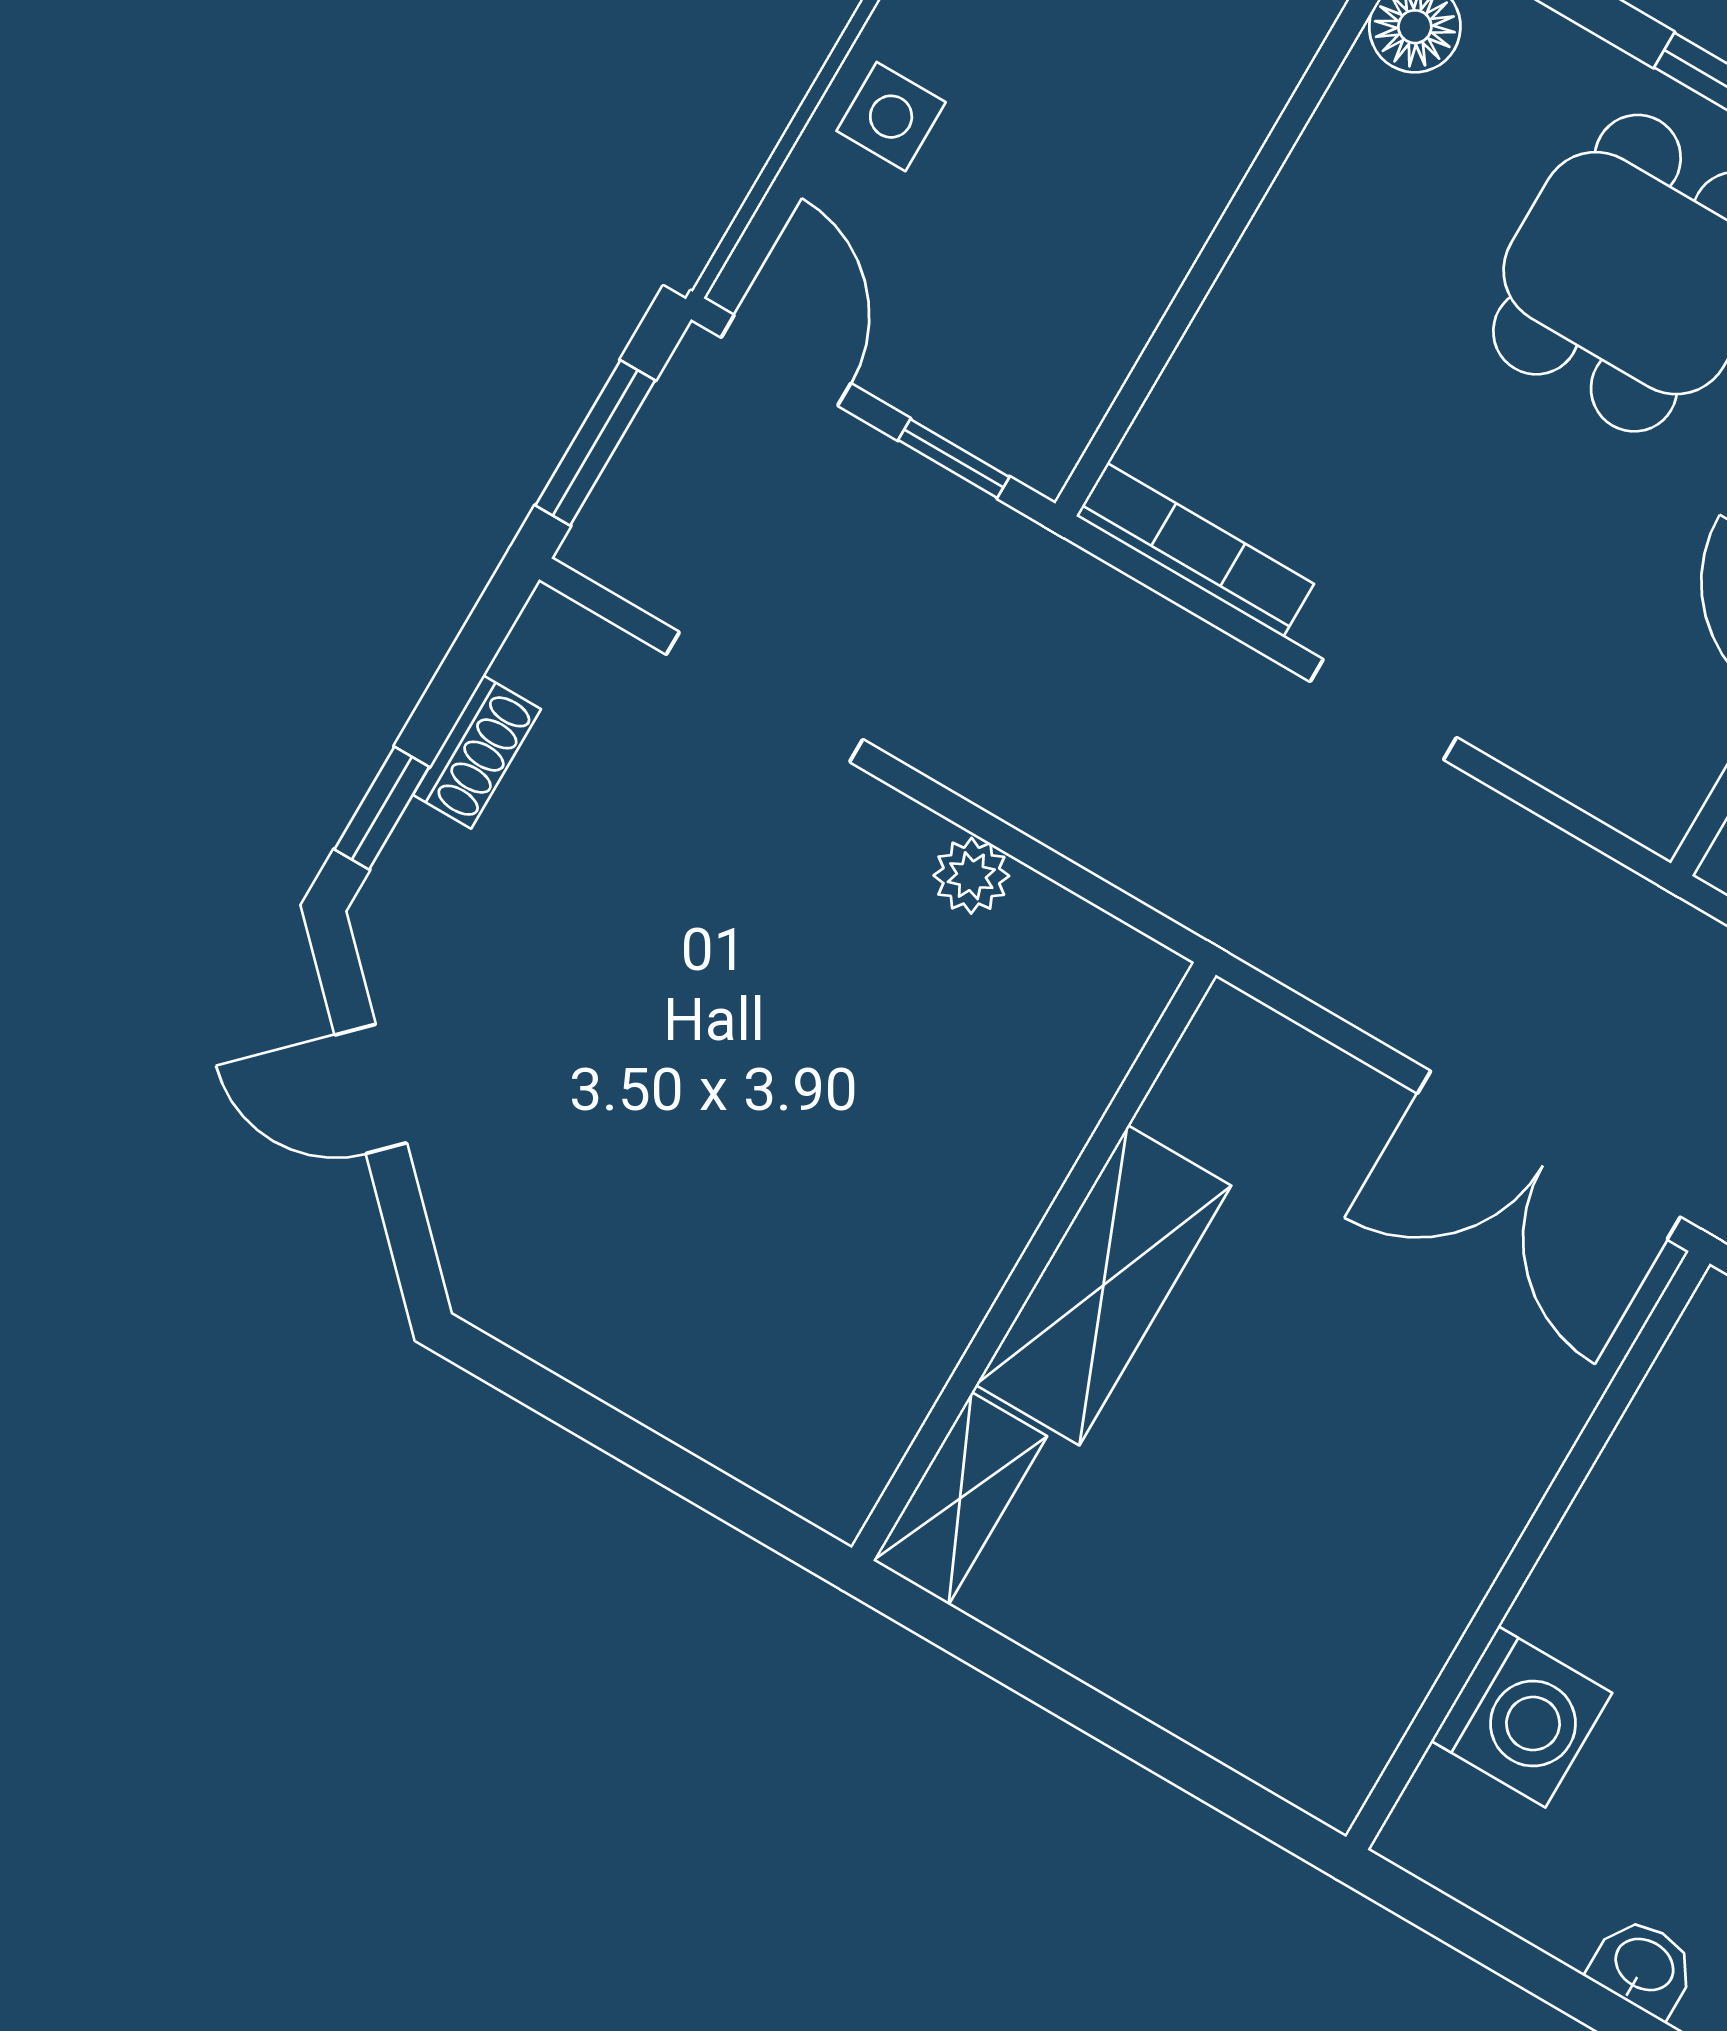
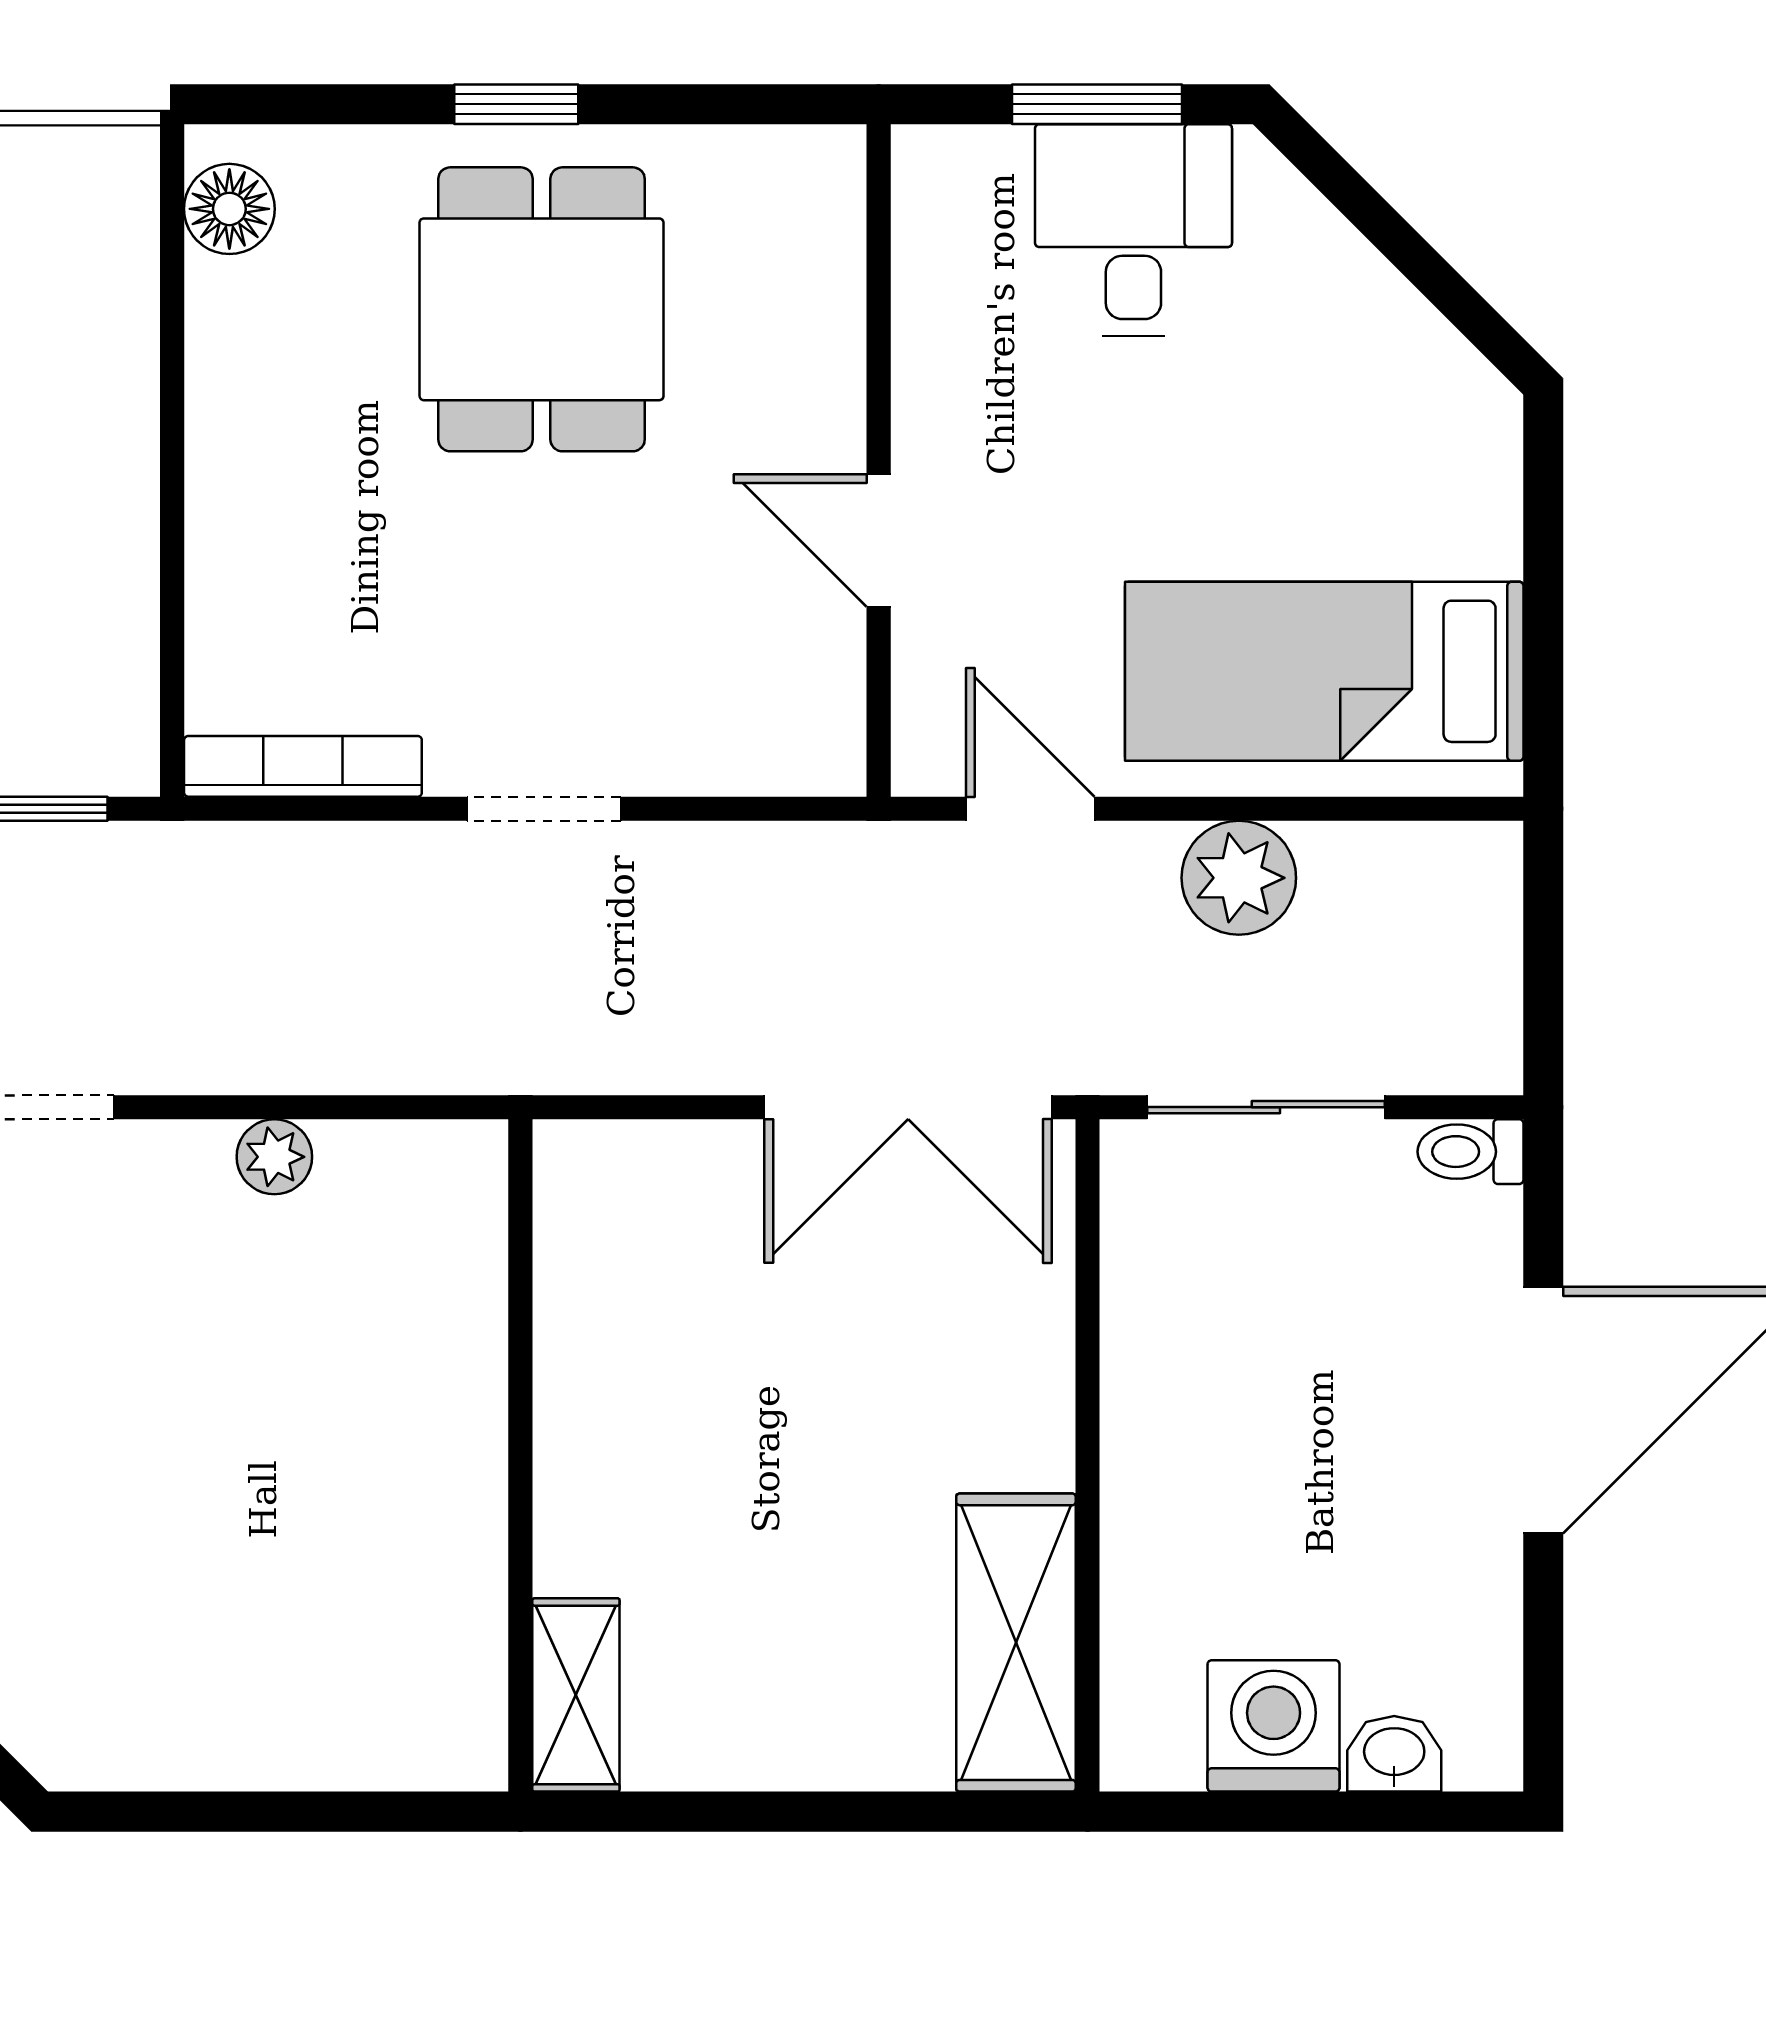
shelving: (1103, 1285) -> (1016, 1643), moved
washing machine: (1522, 1717) -> (1274, 1726), moved, turned -90

